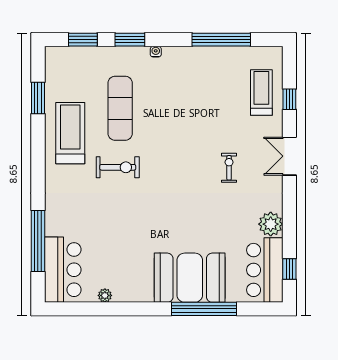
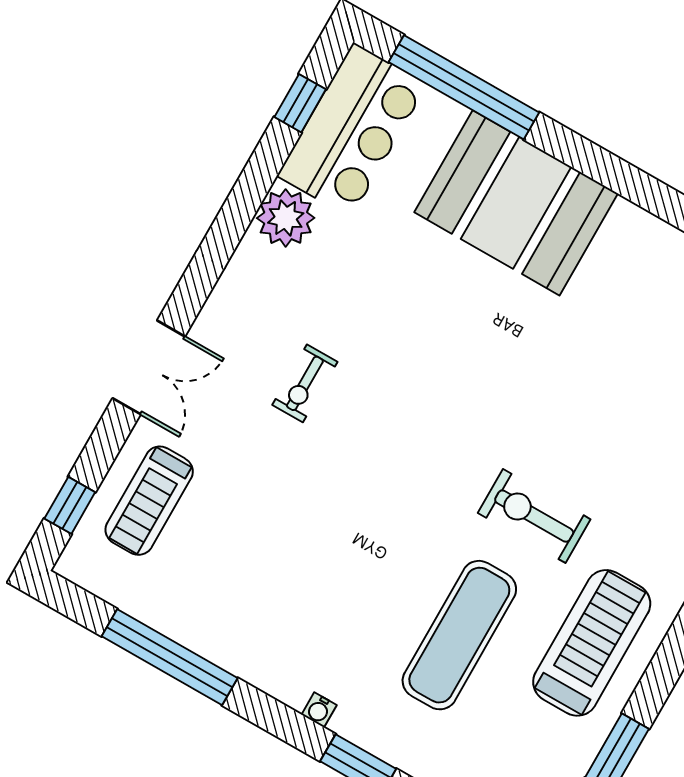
window: (289, 99) -> (70, 505), moved
treadmill: (70, 133) -> (592, 643), turned 180
double door: (289, 156) -> (149, 367), moved
window: (204, 309) -> (464, 87), moved

